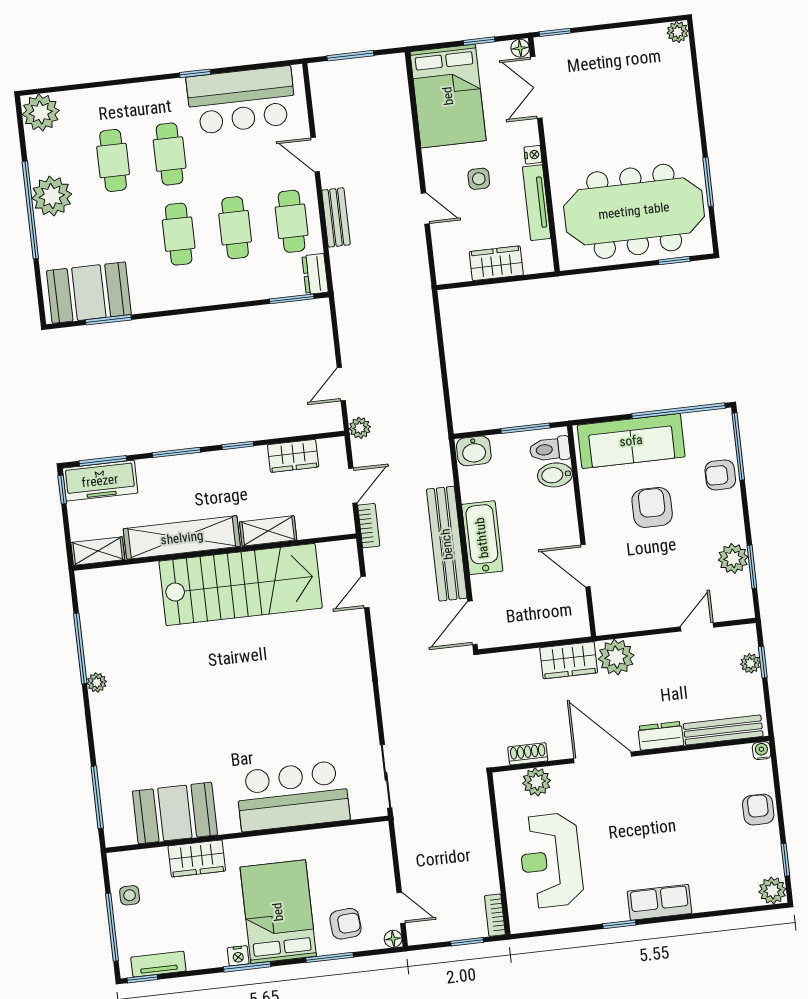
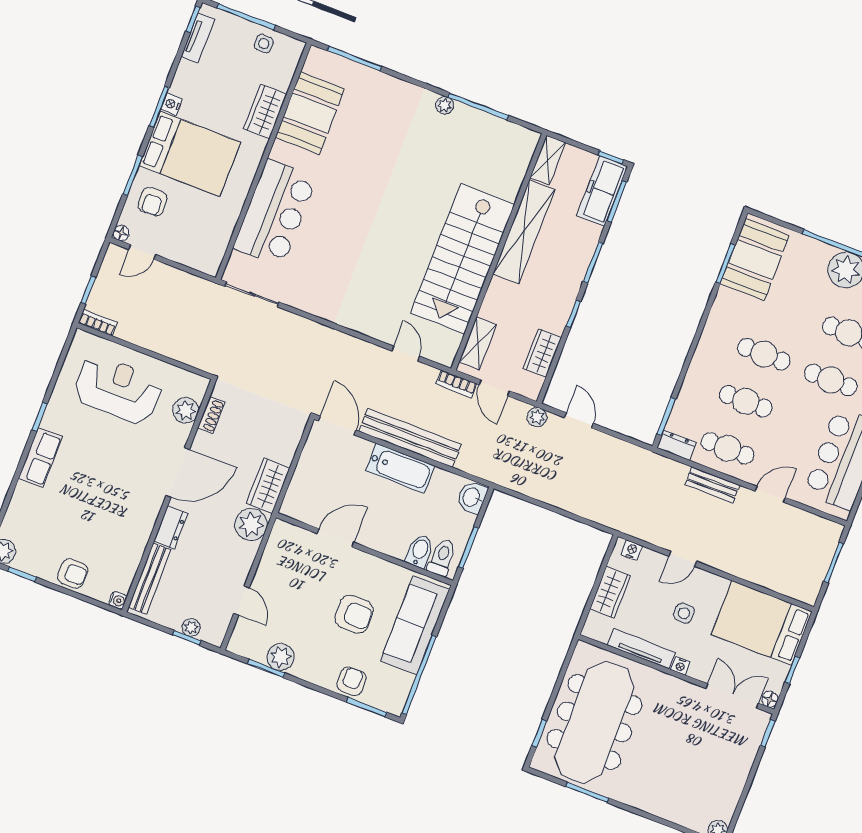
nightstand: (443, 264) -> (632, 550), added
window: (738, 447) -> (367, 707), width x0.69
shelving: (268, 531) -> (478, 343), moved

